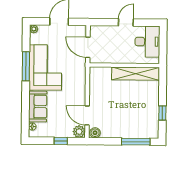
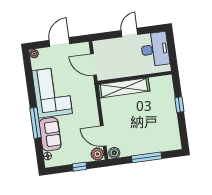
window: (26, 66) -> (35, 123), moved
shelving: (136, 74) -> (124, 88), moved
window: (162, 113) -> (179, 105), moved
window: (136, 142) -> (147, 157), moved

